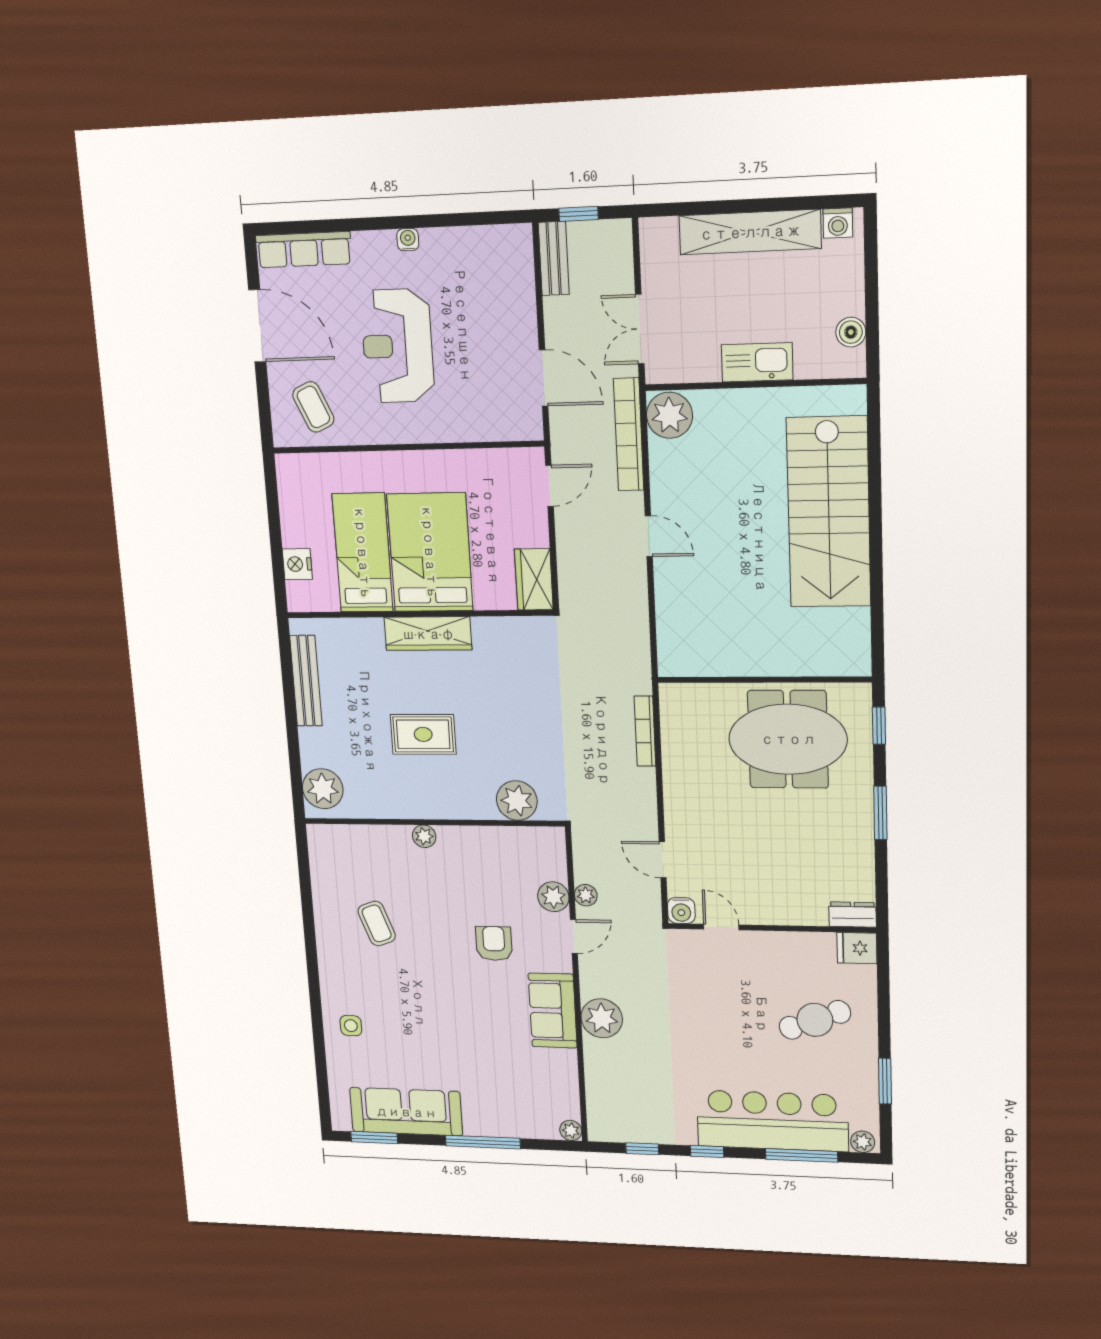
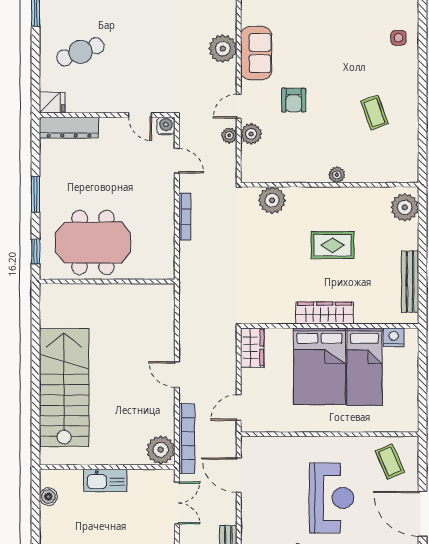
nightstand: (297, 564) -> (394, 337), moved, turned -90
bookcase: (645, 731) -> (185, 217), moved
dresser: (853, 915) -> (69, 128), width x1.96, depth x1.24

